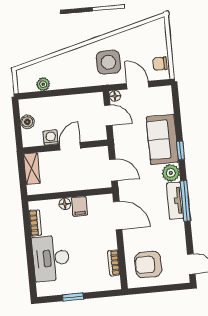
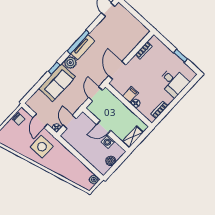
plant: (43, 84) -> (94, 180), moved
desk: (51, 258) -> (173, 82), width x0.73
armchair: (148, 265) -> (128, 32), removed

